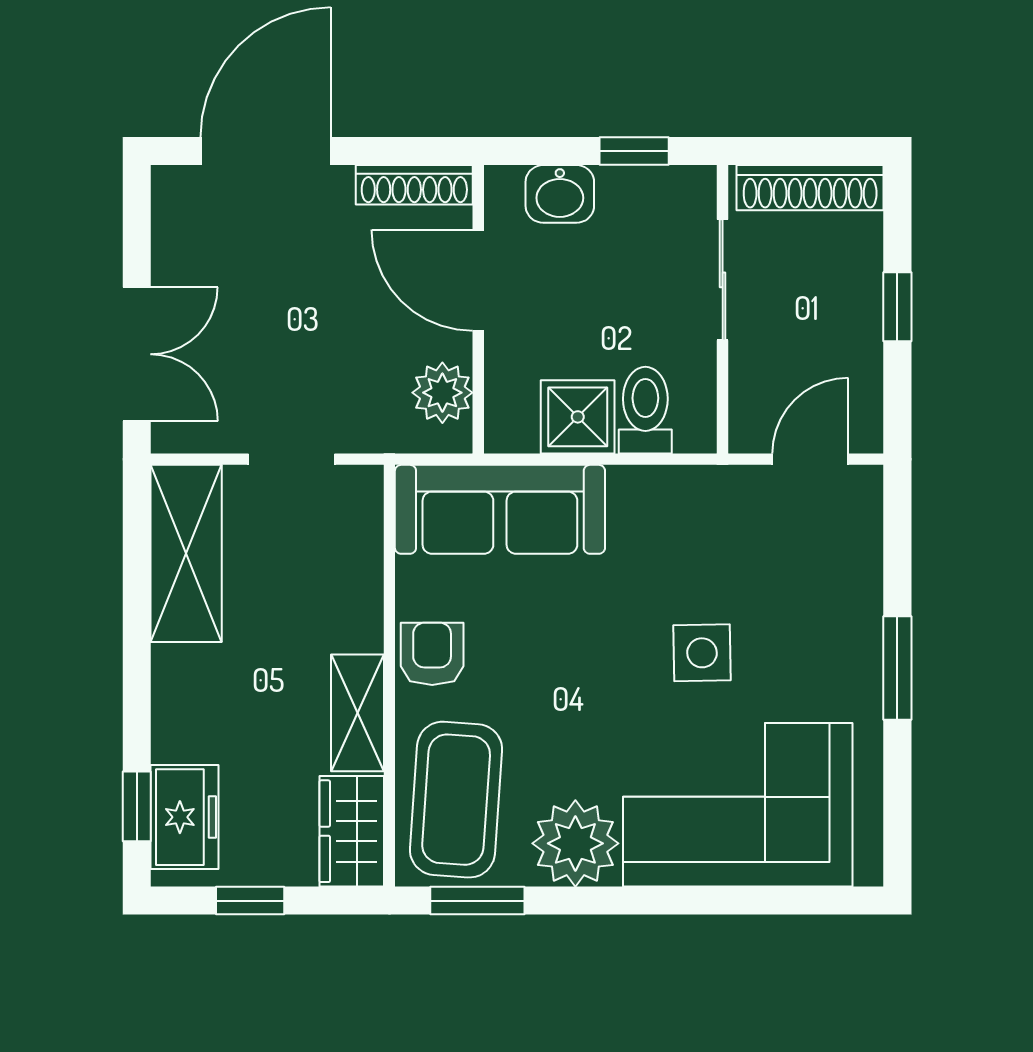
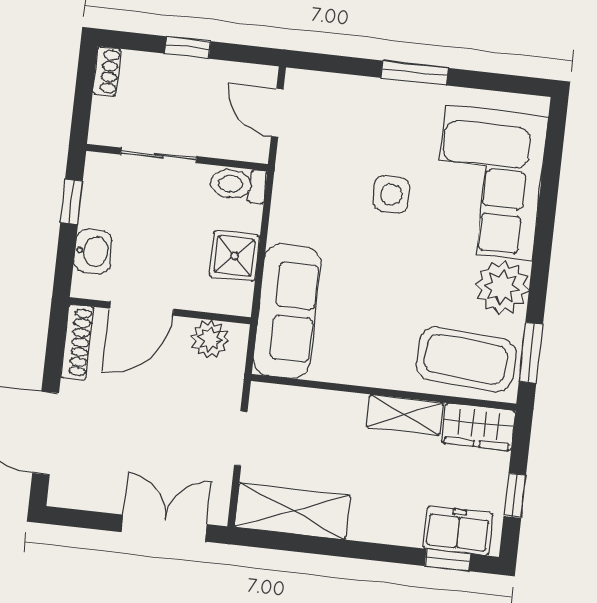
shoe rack: (810, 188) -> (107, 71), width x0.51, depth x0.81
toilet: (645, 410) -> (238, 185), moved
armchair: (432, 654) -> (373, 364), removed

